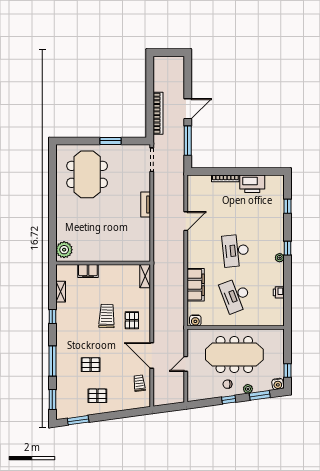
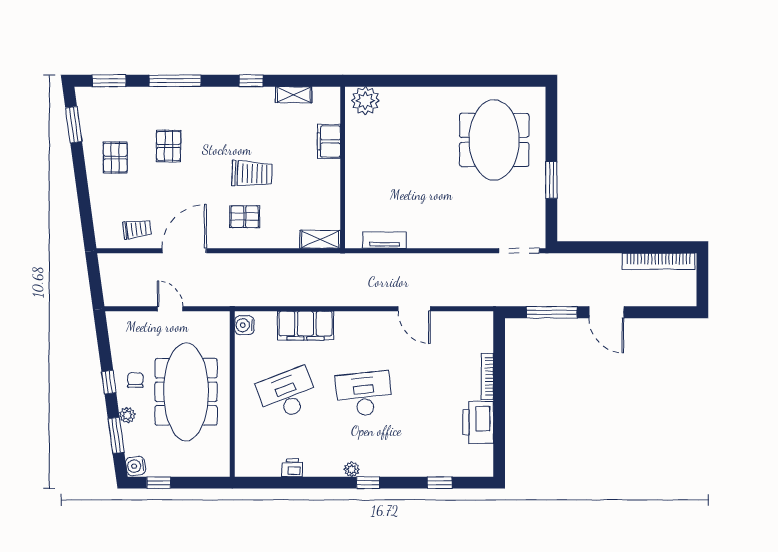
bookcase: (158, 113) -> (659, 261), moved
meeting table: (87, 174) -> (494, 140), turned 90
tv unit: (146, 204) -> (385, 240), moved

